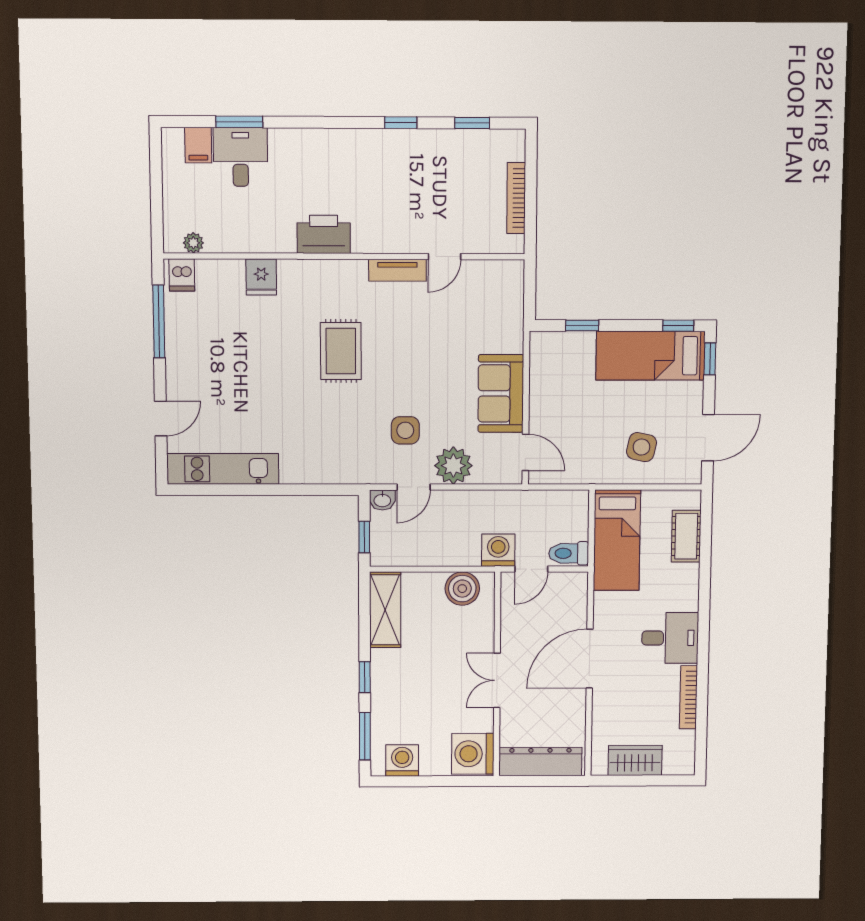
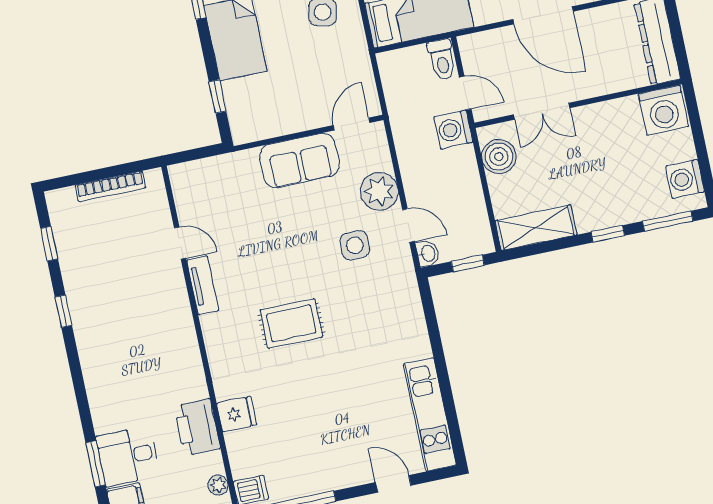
printer: (324, 234) -> (197, 427), moved
double door: (497, 680) -> (542, 111), moved

